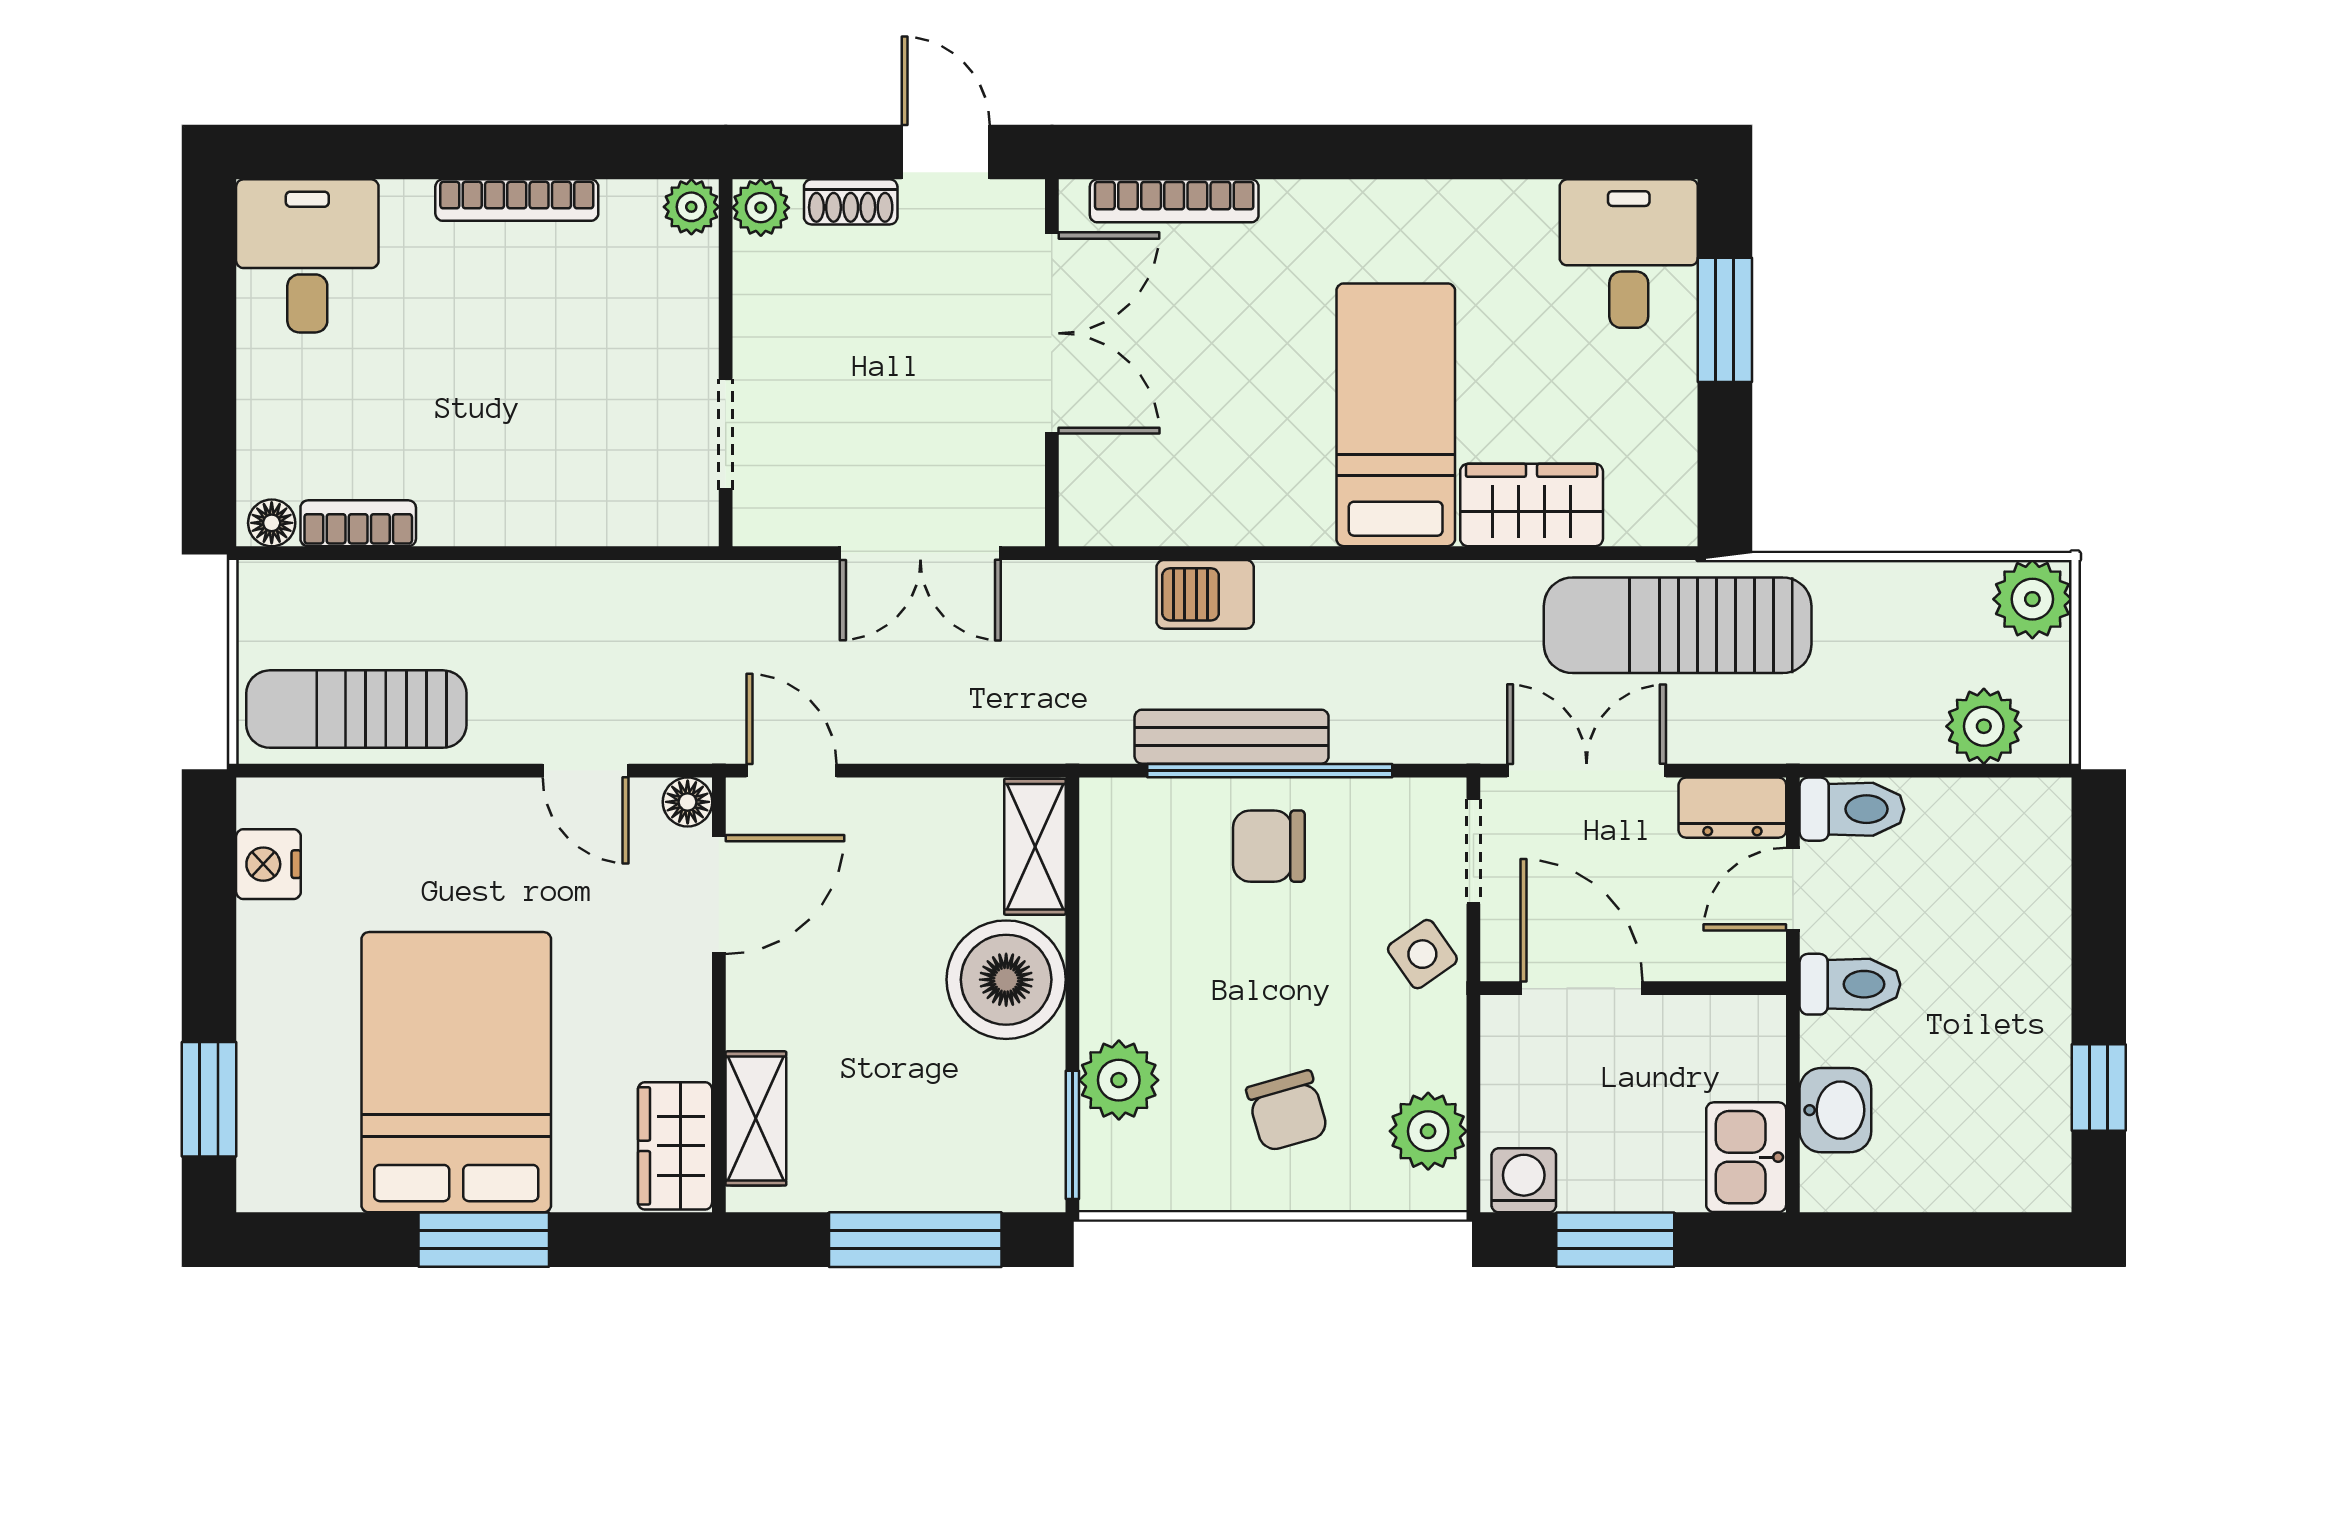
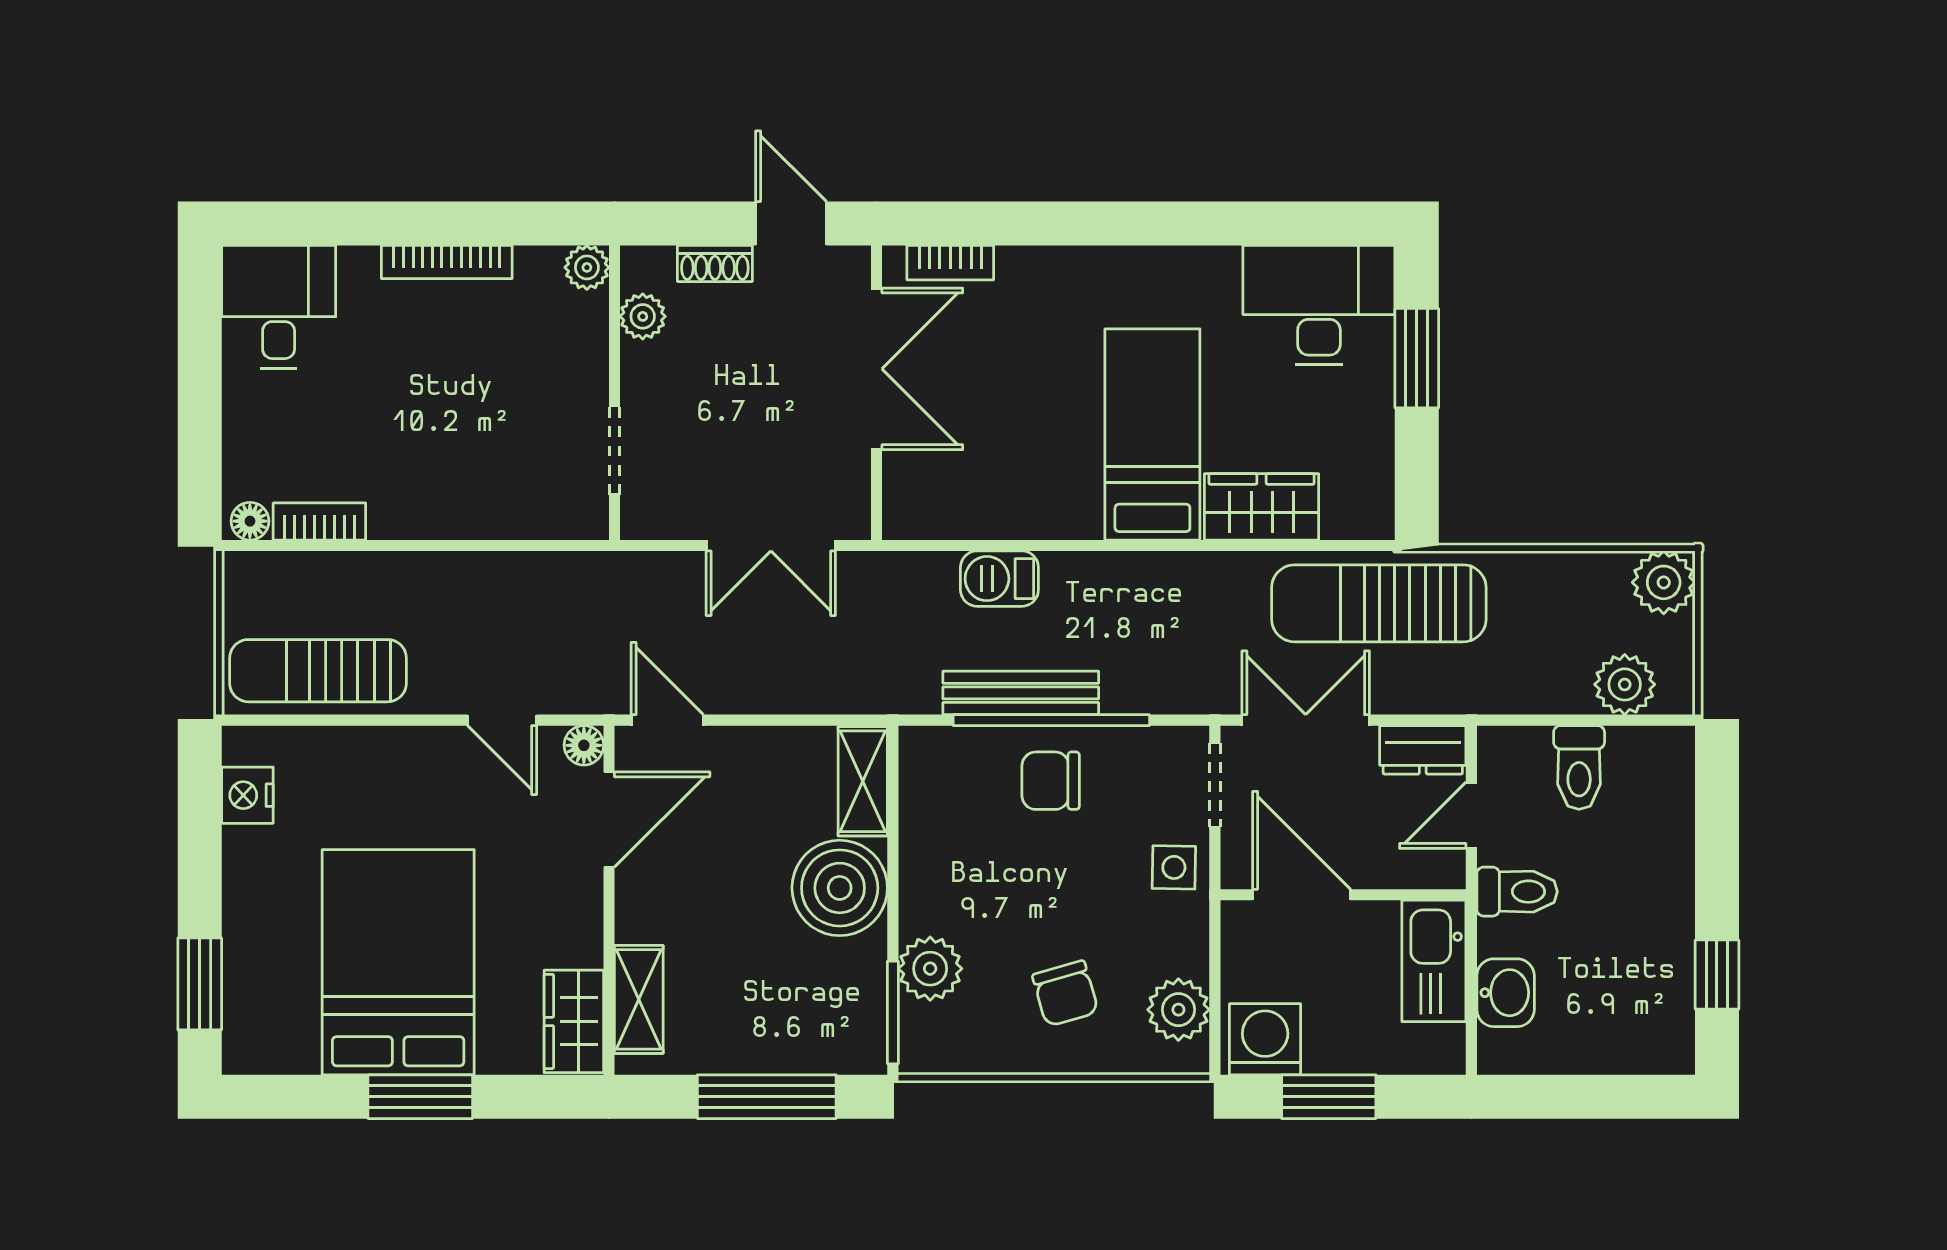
bookcase: (1174, 201) -> (950, 263), width x0.64
plant: (761, 208) -> (643, 316), moved
desk: (1629, 254) -> (1319, 305), width x1.37
toilet: (1852, 809) -> (1579, 767), moved, turned 90
side table: (1422, 954) -> (1174, 867), turned 36
kitchen sink: (1746, 1157) -> (1434, 961), moved, width x1.38
washing machine: (1524, 1180) -> (1265, 1039), width x1.38, depth x1.38

